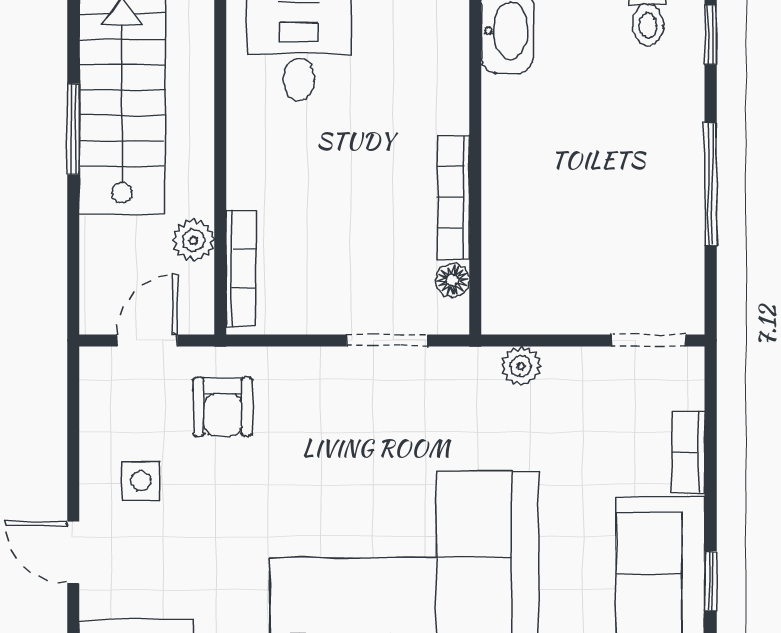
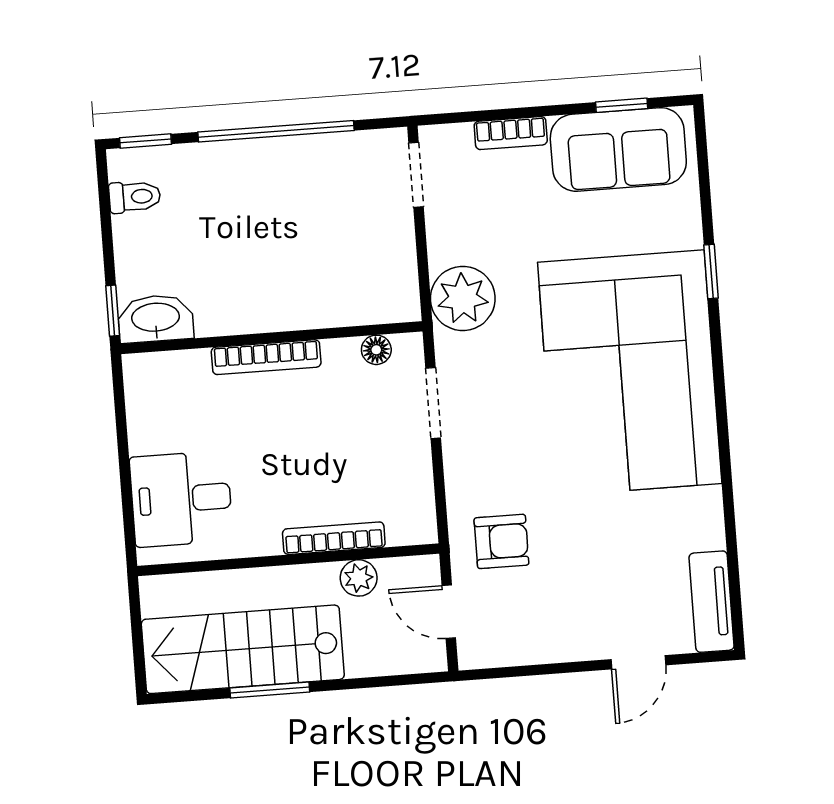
window: (711, 184) -> (276, 131), width x1.46
bookcase: (454, 197) -> (266, 357), moved
bookcase: (241, 269) -> (334, 538), moved
plant: (521, 366) -> (463, 298), width x1.87, depth x1.87
side table: (141, 481) -> (571, 608), removed

